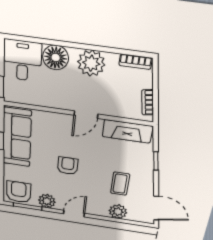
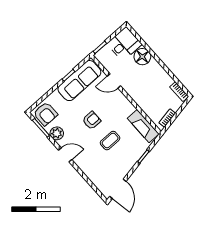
plant: (91, 63) -> (157, 74), removed
door: (86, 115) -> (114, 81), moved
coffee table: (120, 184) -> (110, 141), moved
armchair: (19, 192) -> (45, 114), turned 90
plant: (118, 212) -> (93, 174), removed

